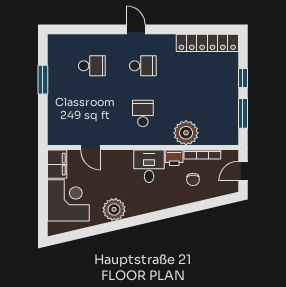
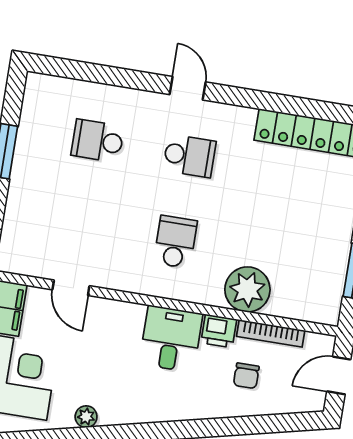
school desk: (92, 66) -> (98, 141), turned 180
plant: (114, 209) -> (86, 417), width x0.53, depth x0.53

